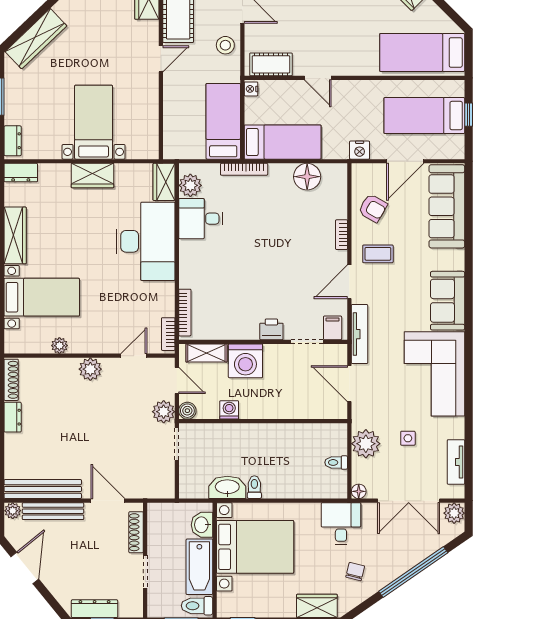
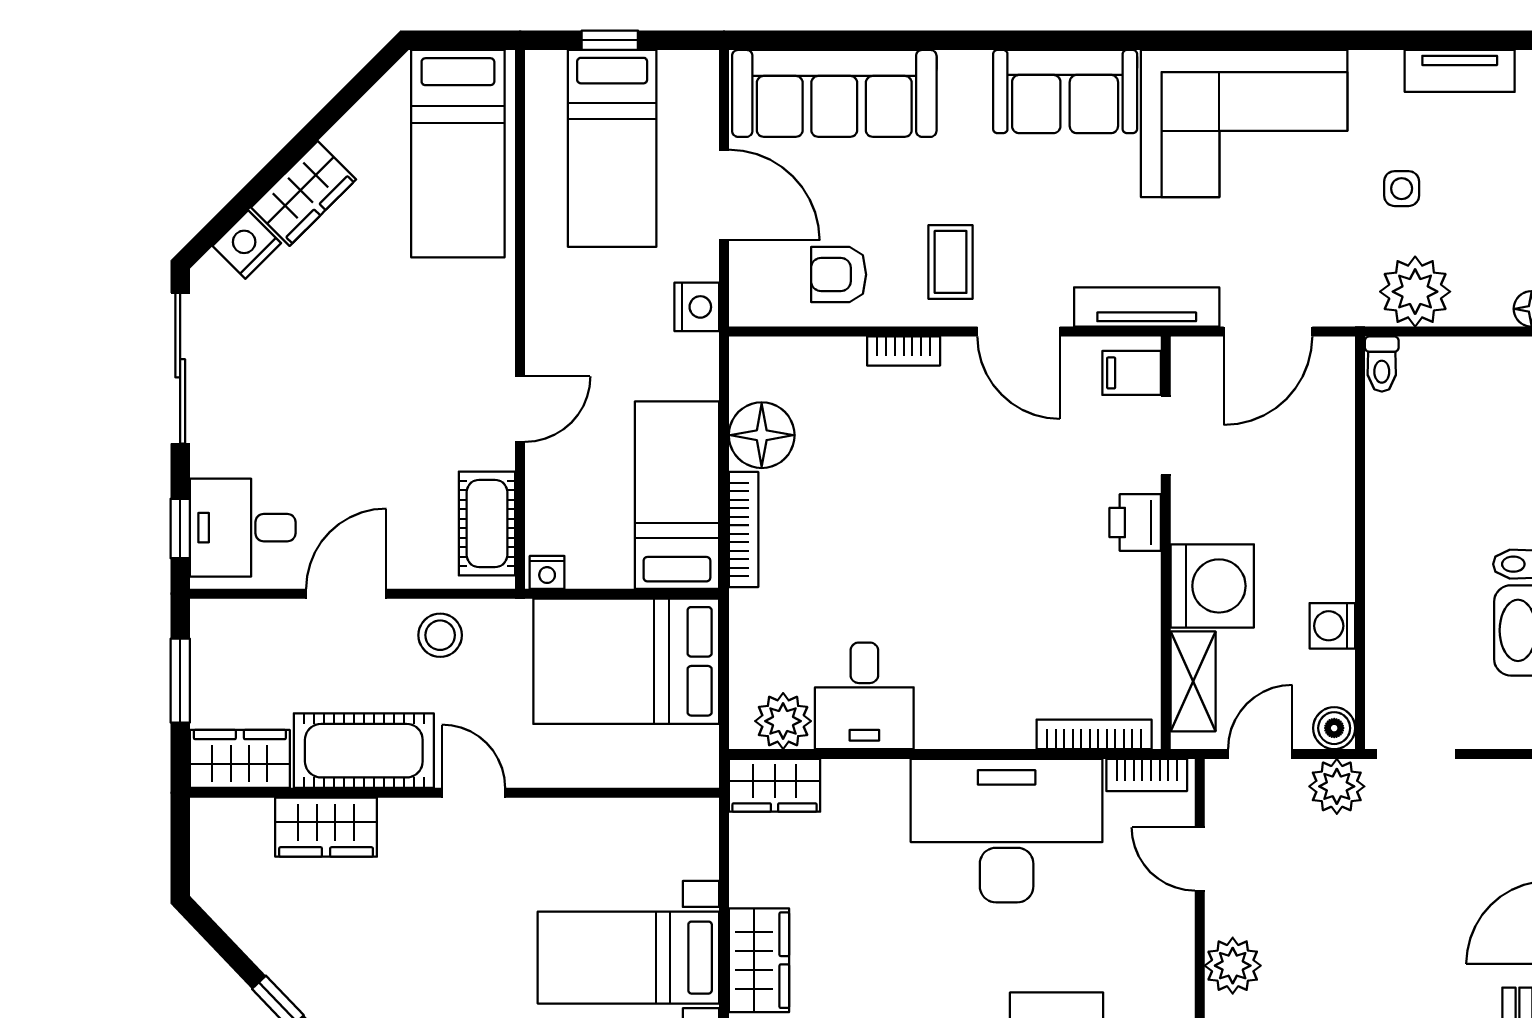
bed: (223, 121) -> (626, 661), width x1.50
bookcase: (244, 169) -> (744, 529), moved
armchair: (373, 208) -> (839, 275), turned -120
desk: (145, 241) -> (1007, 831), moved
toilet: (336, 462) -> (1382, 364), moved

